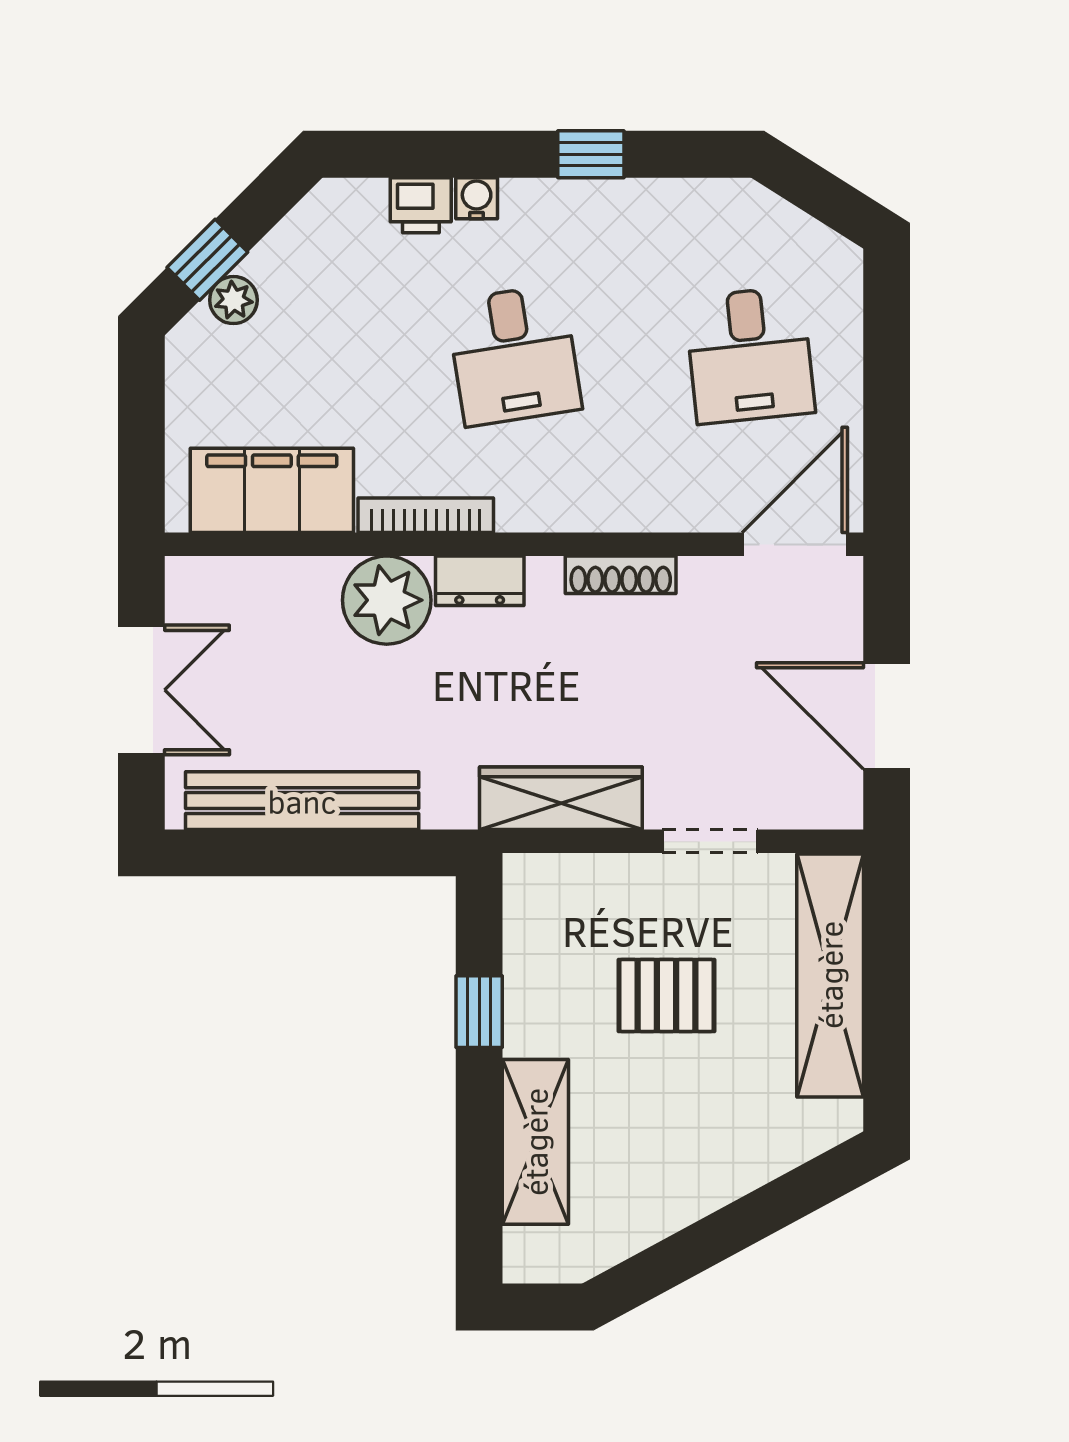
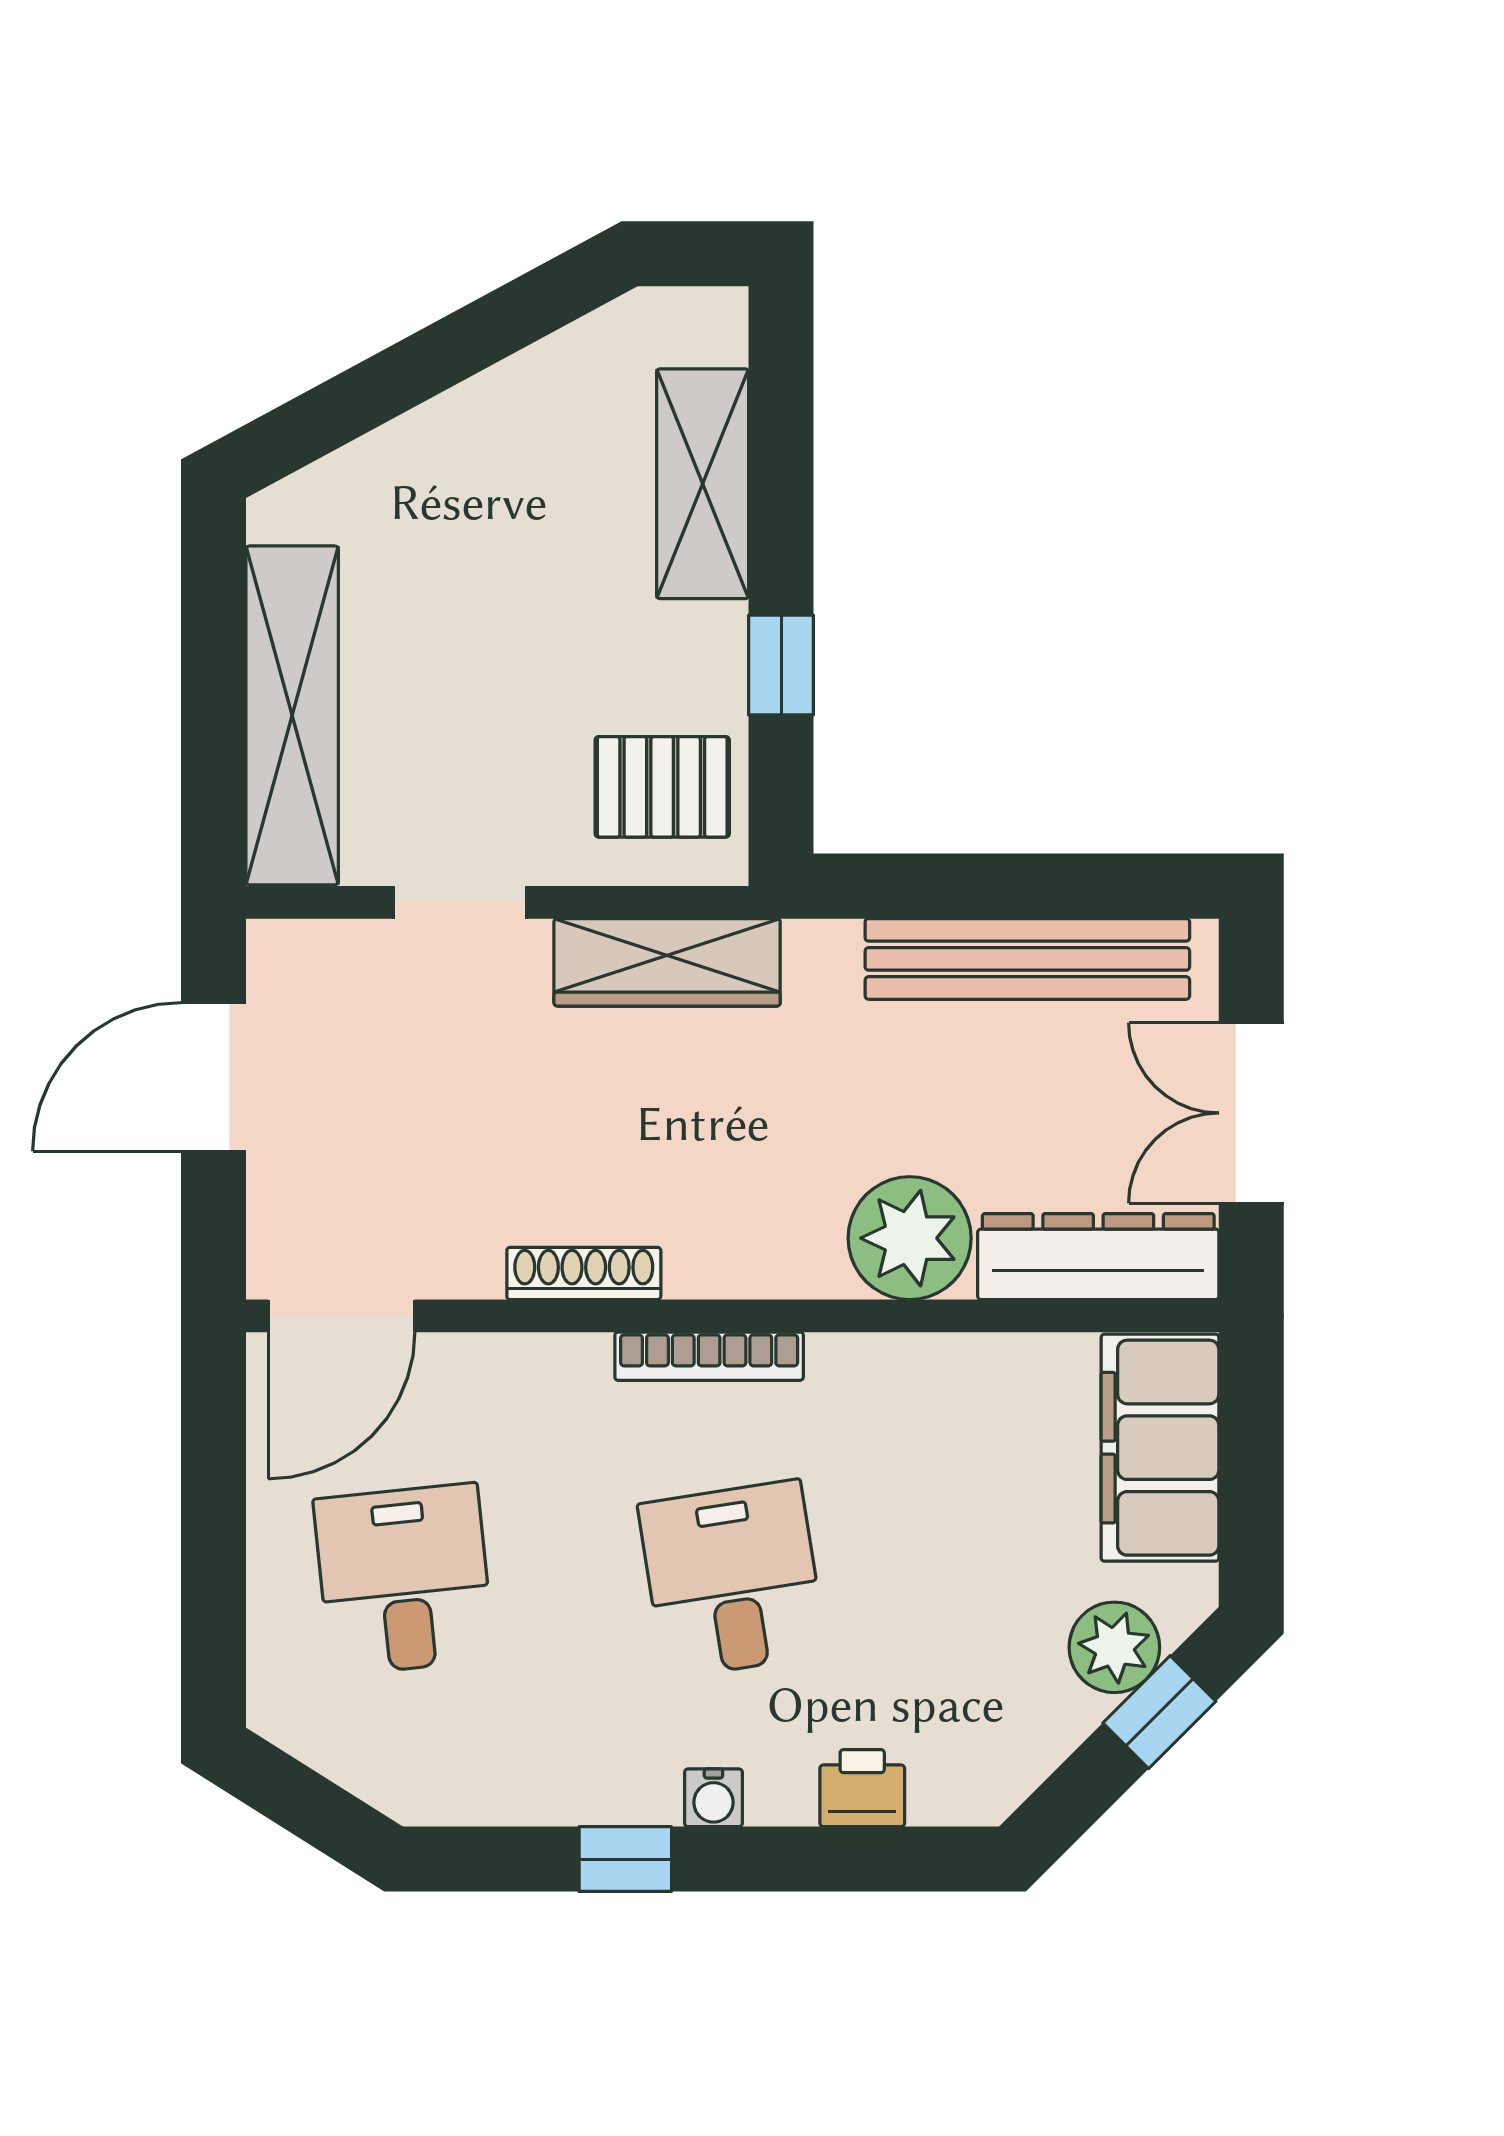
water cooler: (477, 198) -> (713, 1798), moved
plant: (233, 300) -> (1114, 1647), width x1.38, depth x1.38
filing cabinet: (272, 490) -> (1160, 1448), moved, turned 90
bookcase: (426, 515) -> (709, 1356), moved
dresser: (480, 581) -> (1098, 1257), moved, width x1.96, depth x1.24
door: (887, 716) -> (213, 1077), swing flipped
pallet: (666, 995) -> (662, 787), moved

